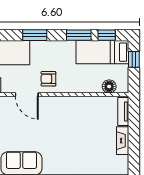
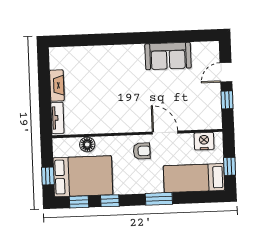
window: (79, 35) -> (110, 201), width x0.67
bed: (102, 52) -> (83, 176), width x1.50
floor lamp: (109, 86) -> (87, 145), moved

